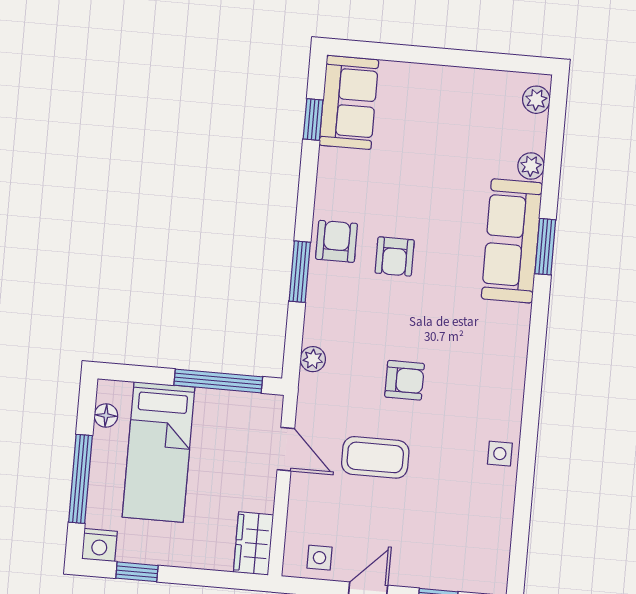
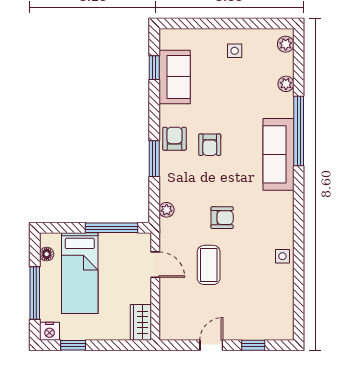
sofa: (349, 102) -> (175, 77), moved
sofa: (512, 241) -> (279, 154), moved
window: (545, 247) -> (299, 131), width x2.11
coffee table: (375, 457) -> (209, 265), turned 90
side table: (320, 558) -> (235, 51), moved

